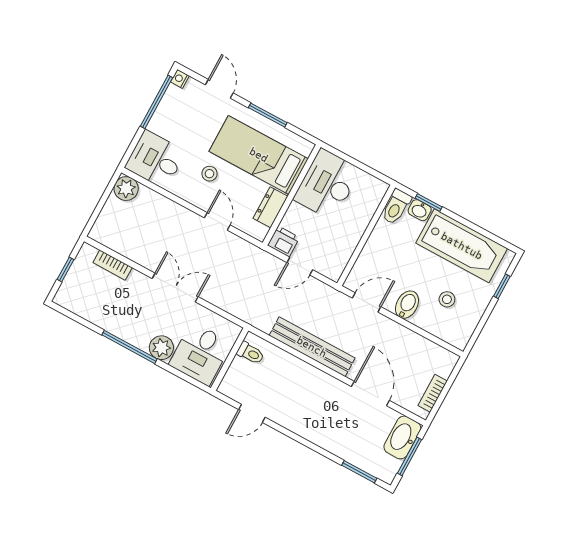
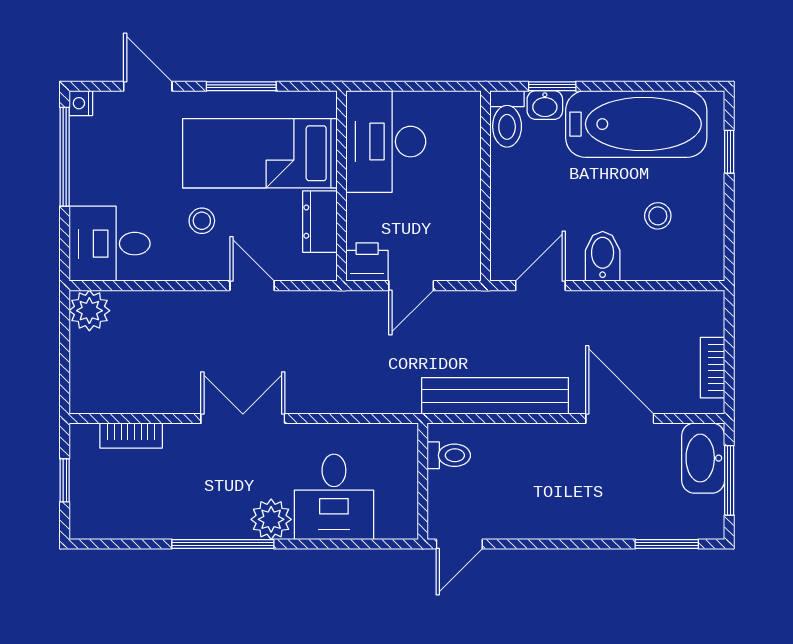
toilet: (250, 353) -> (449, 455), moved
wall: (230, 359) -> (423, 481), moved

